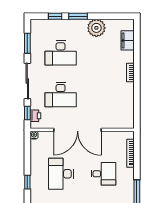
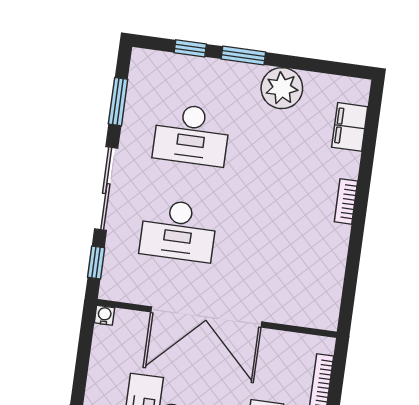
printer: (35, 116) -> (114, 271), removed

